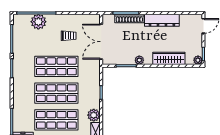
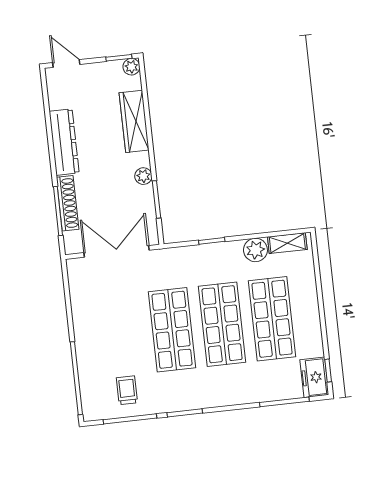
plant: (38, 22) -> (92, 372), removed
trolley: (69, 36) -> (127, 390), moved
double door: (101, 42) -> (117, 251), swing flipped

